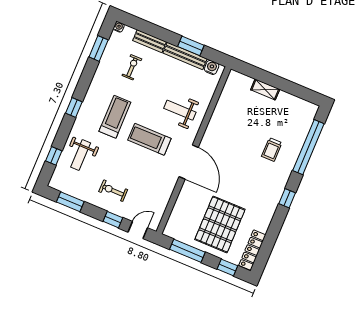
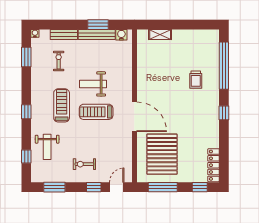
shelving: (265, 89) -> (160, 35), moved
weight bench: (180, 110) -> (93, 84), moved
pallet: (220, 224) -> (162, 154), moved

